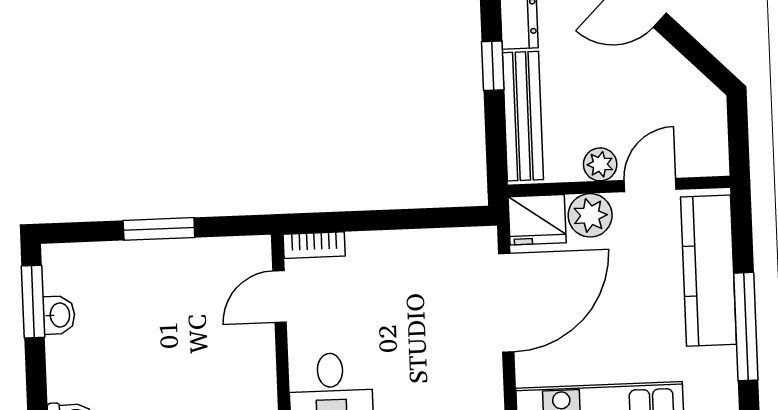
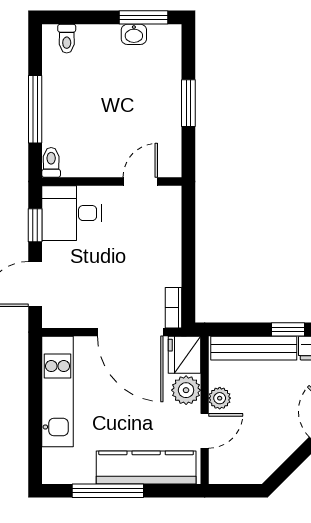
door: (650, 185) -> (205, 431), hinge flipped
bookcase: (314, 245) -> (174, 308), moved
door: (280, 297) -> (140, 181), hinge flipped

